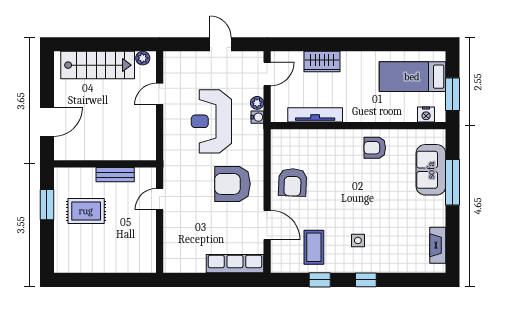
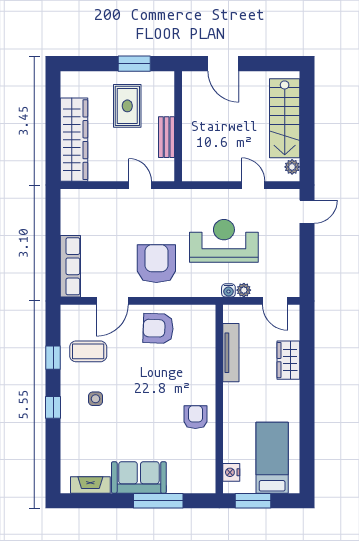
door: (221, 44) -> (307, 212), moved
sofa: (431, 170) -> (139, 477), moved
wardrobe: (117, 260) -> (74, 140), added

